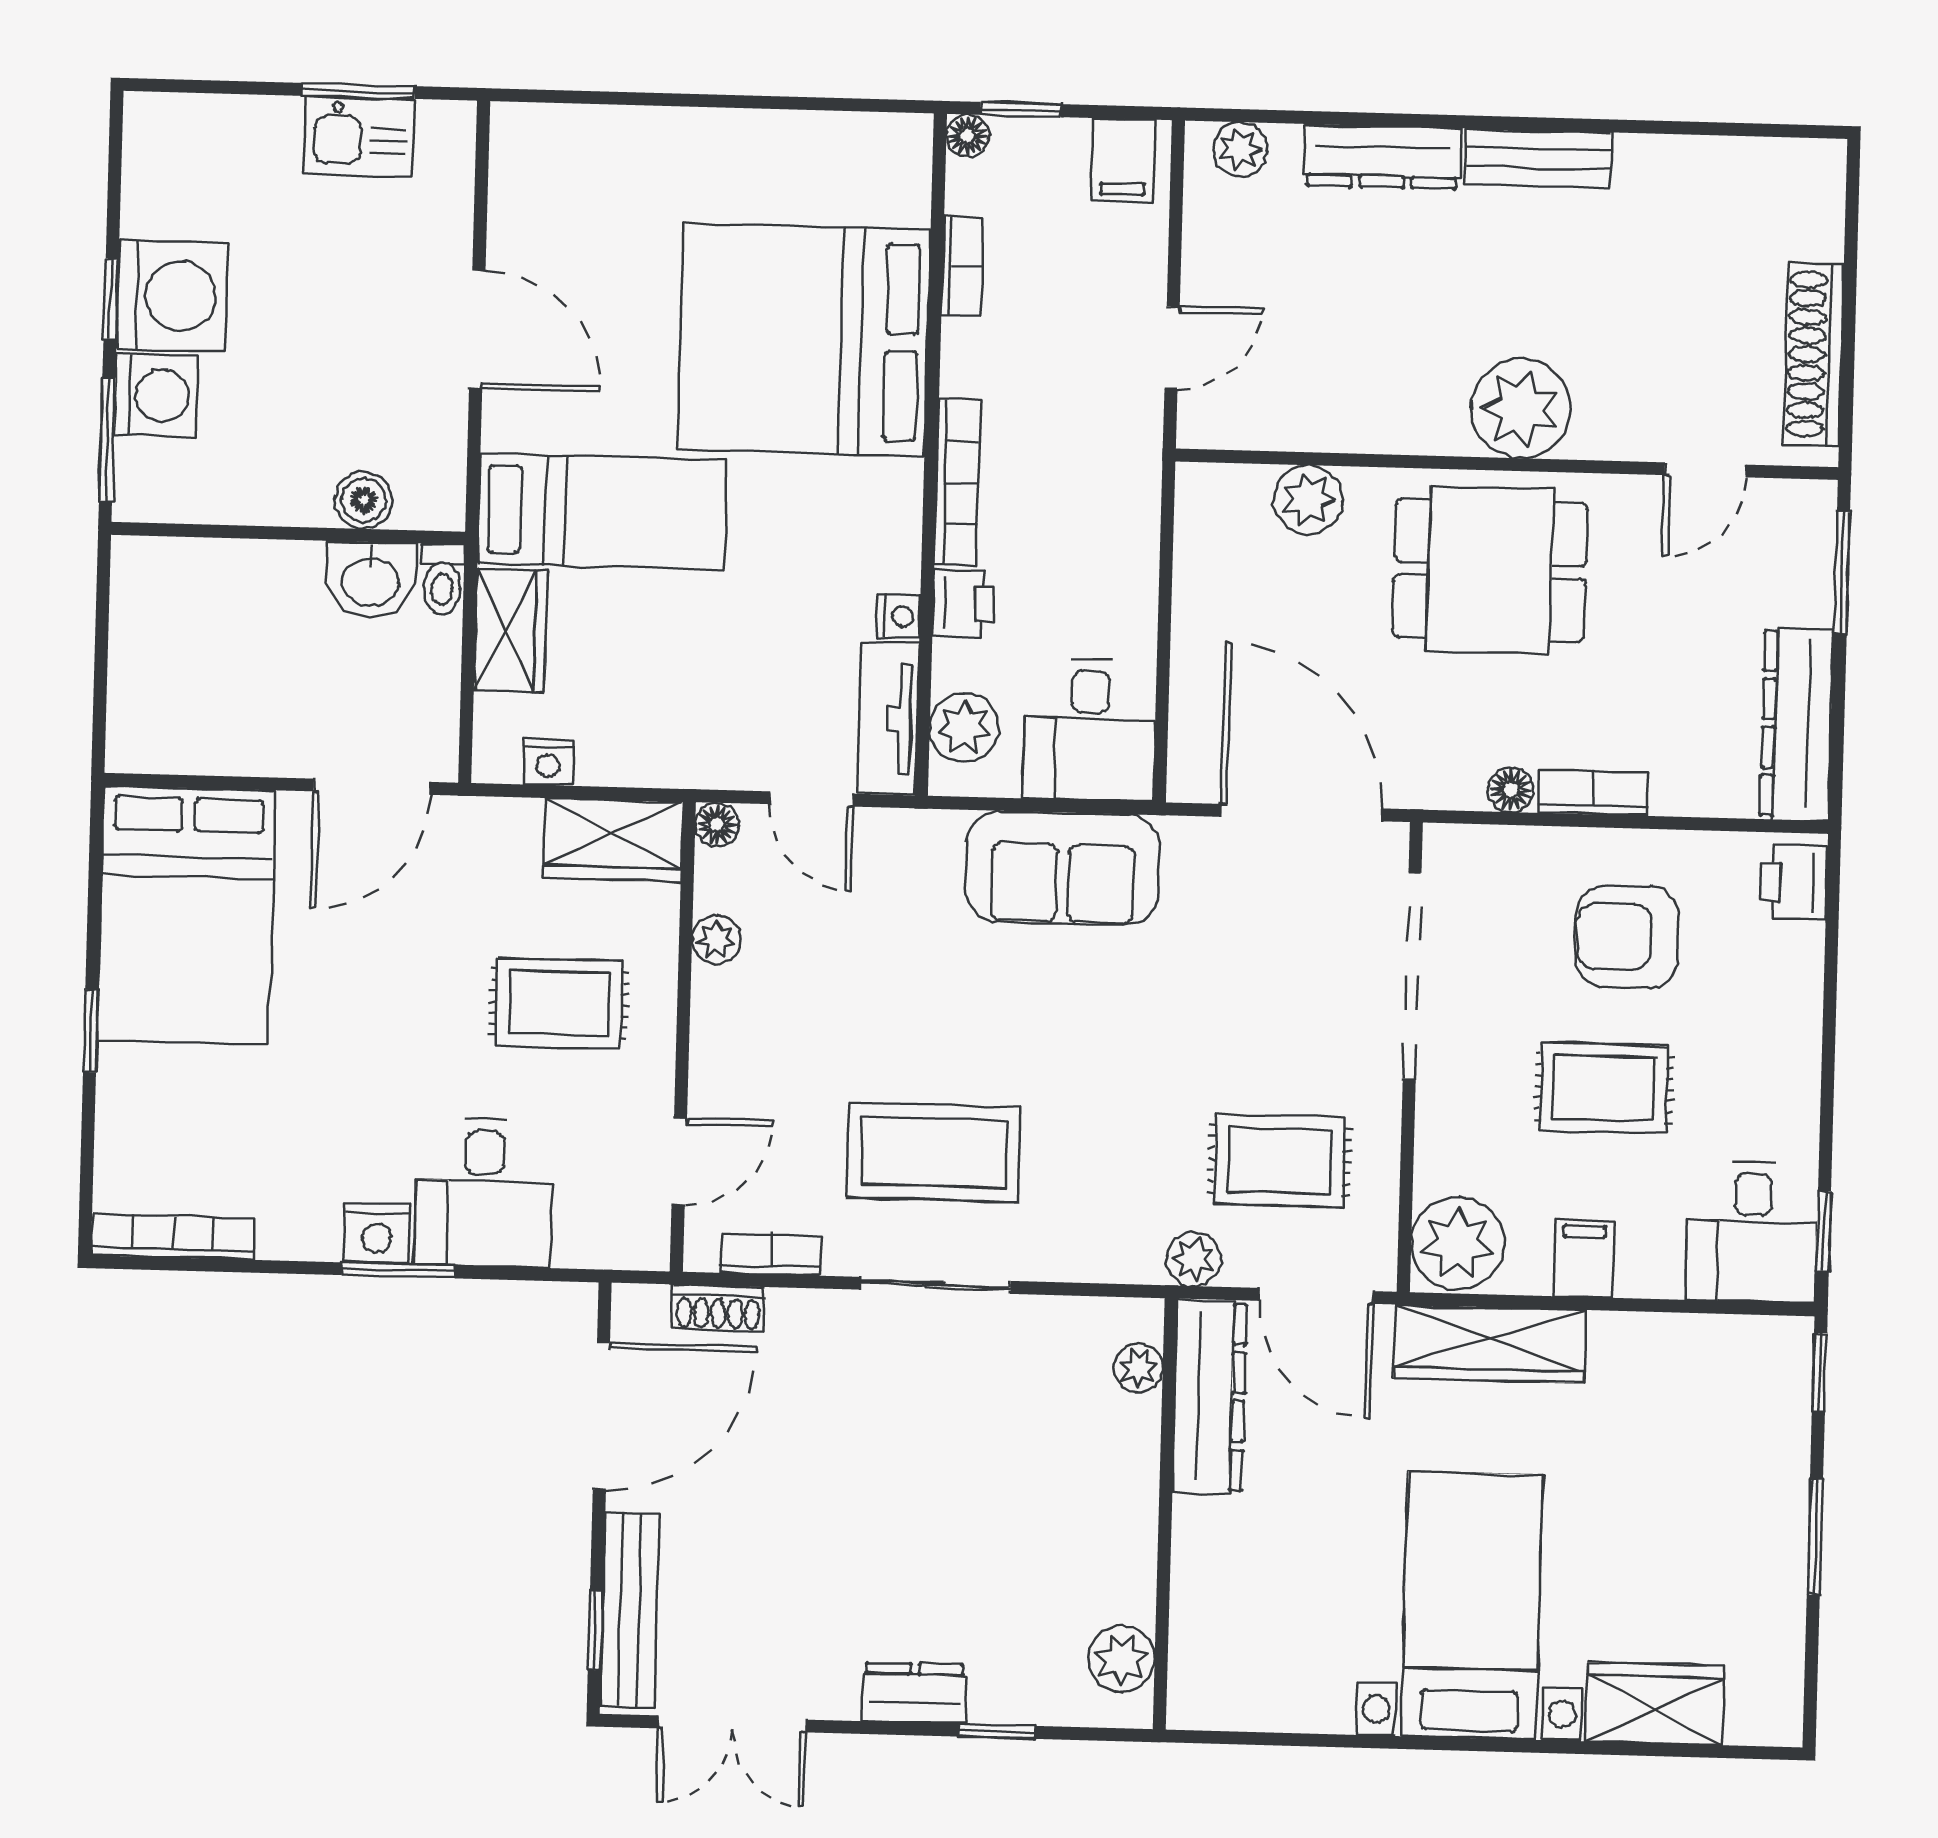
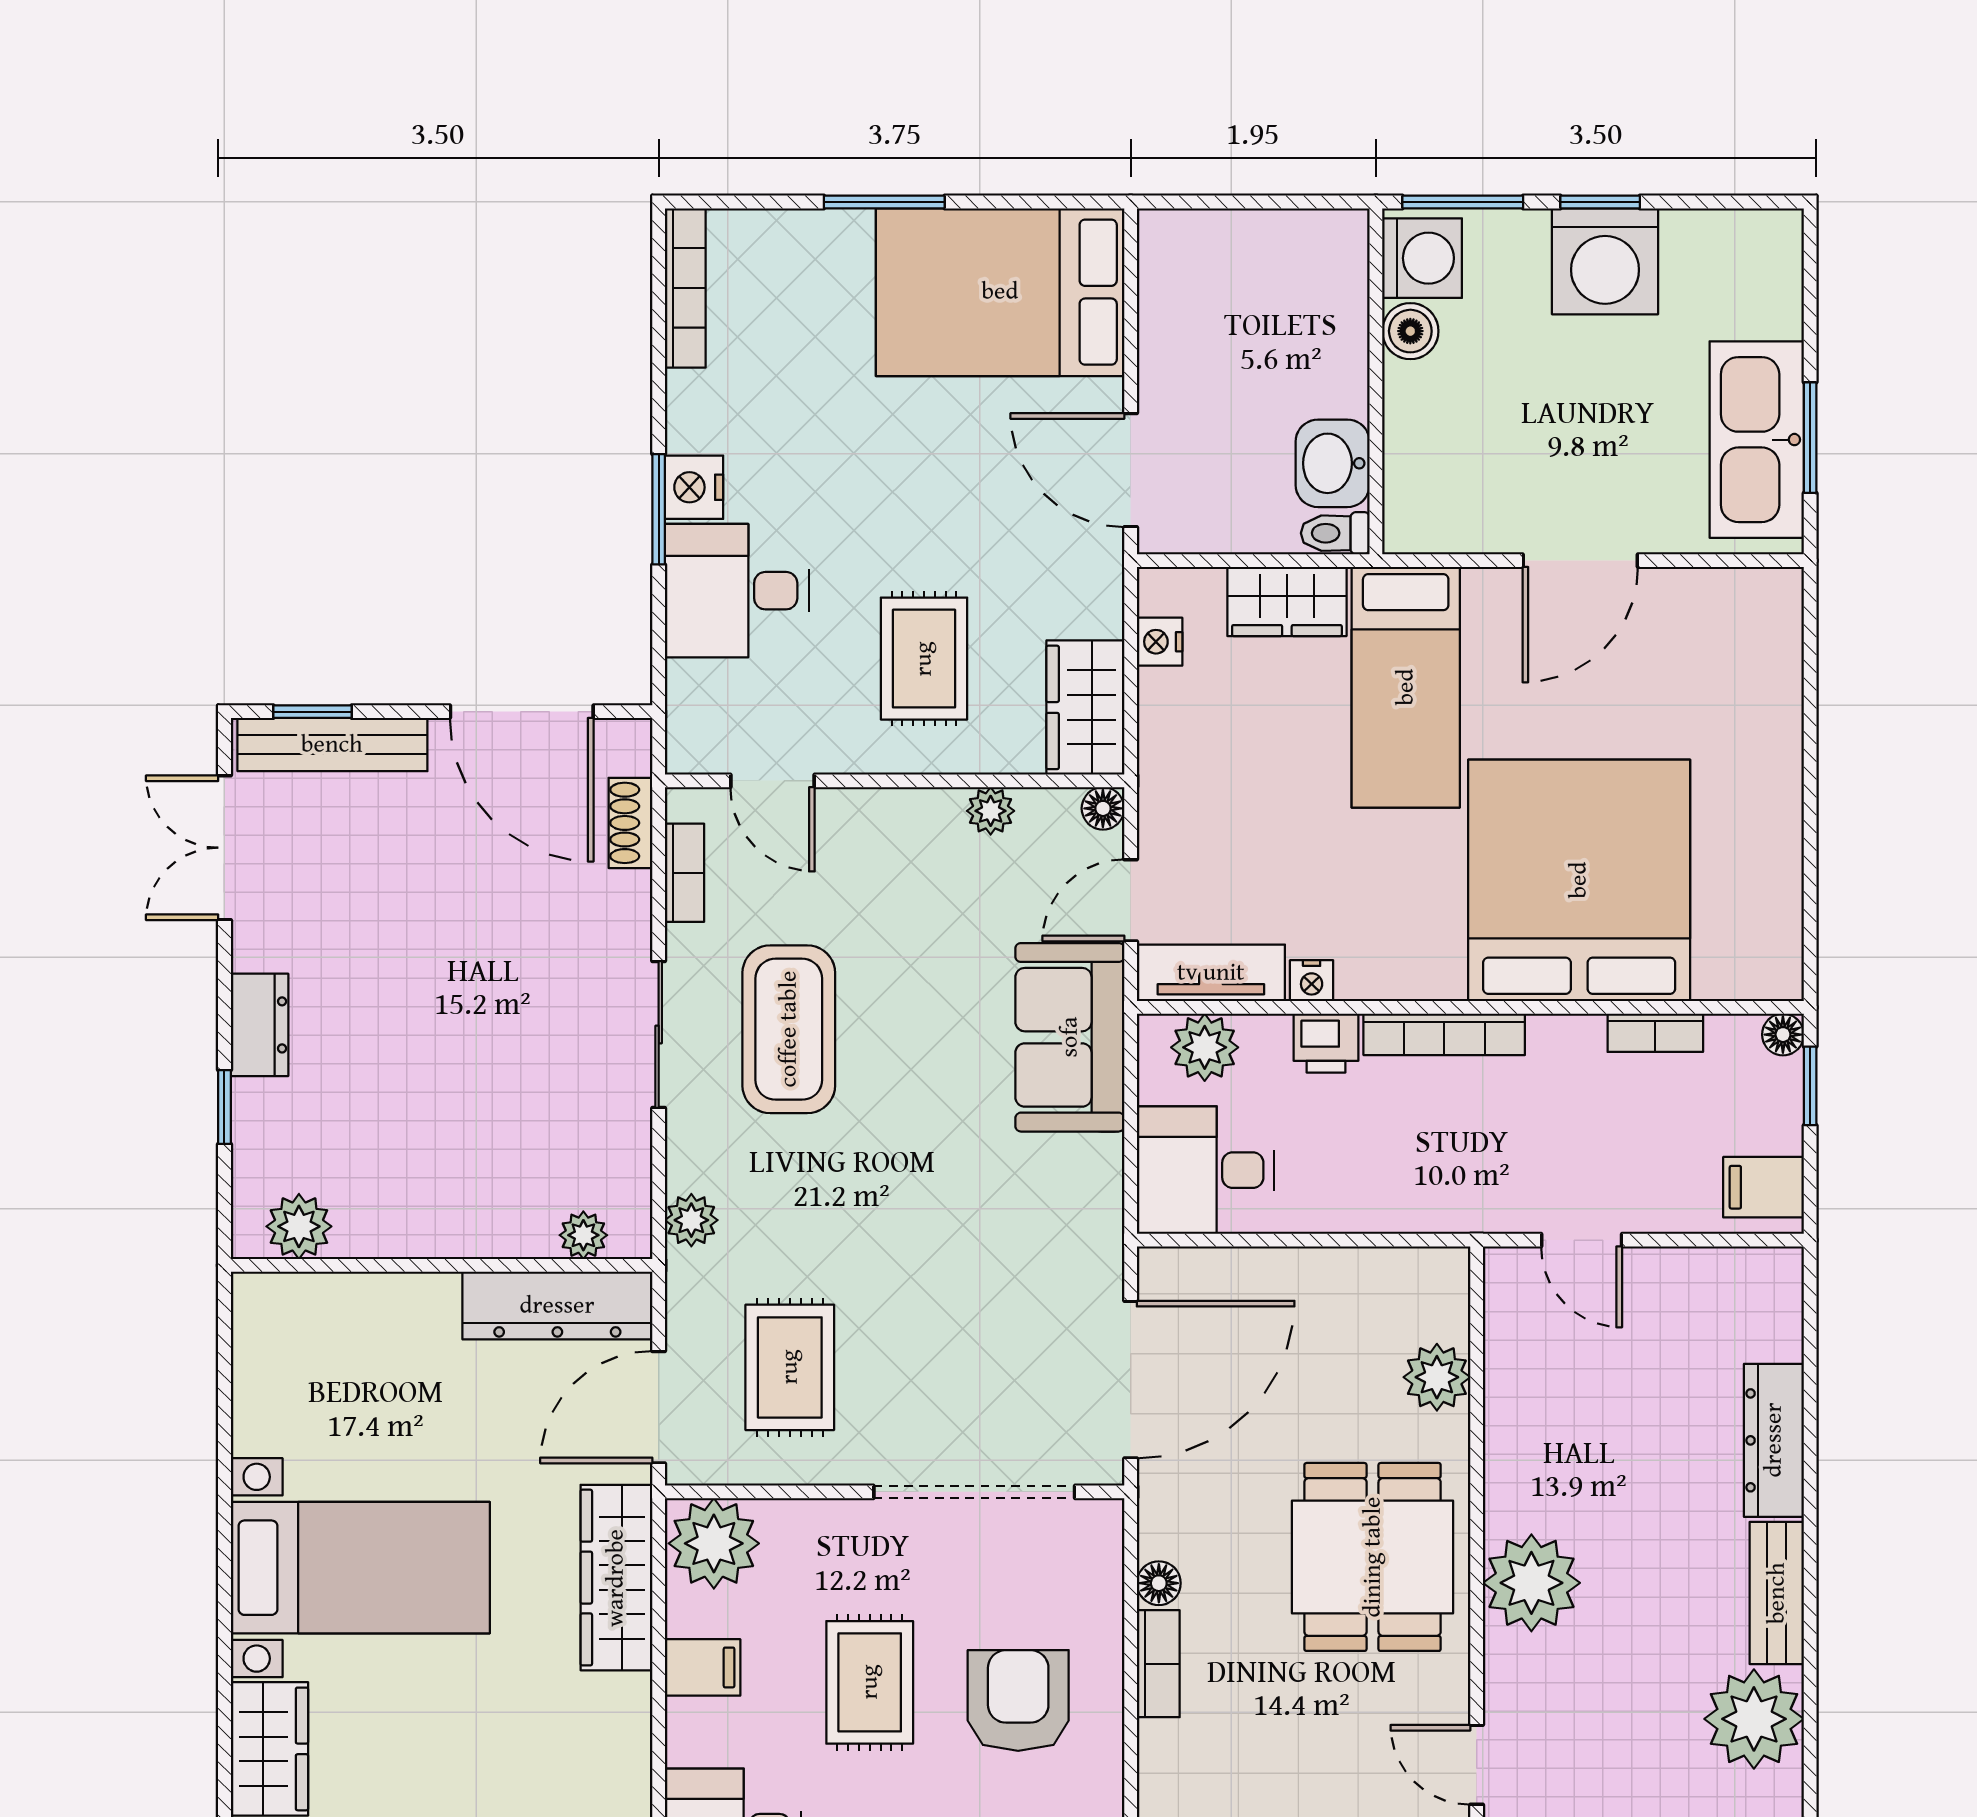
kitchen sink: (359, 136) -> (1757, 440), width x1.88, depth x1.24
plant: (1240, 149) -> (1754, 1719), moved, width x1.88, depth x1.88
washing machine: (156, 395) -> (1422, 258), moved, turned -90
boiler: (364, 500) -> (1410, 331), moved
sofa: (1063, 868) -> (1070, 1037), moved
window: (91, 1031) -> (884, 202), width x1.50
plant: (1194, 1259) -> (691, 1220), moved

